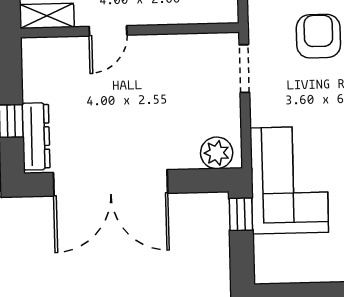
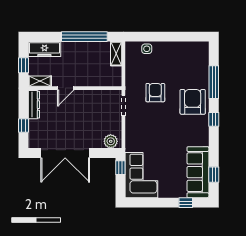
dresser: (36, 136) -> (34, 105), moved
corner sofa: (289, 180) -> (141, 175), moved

